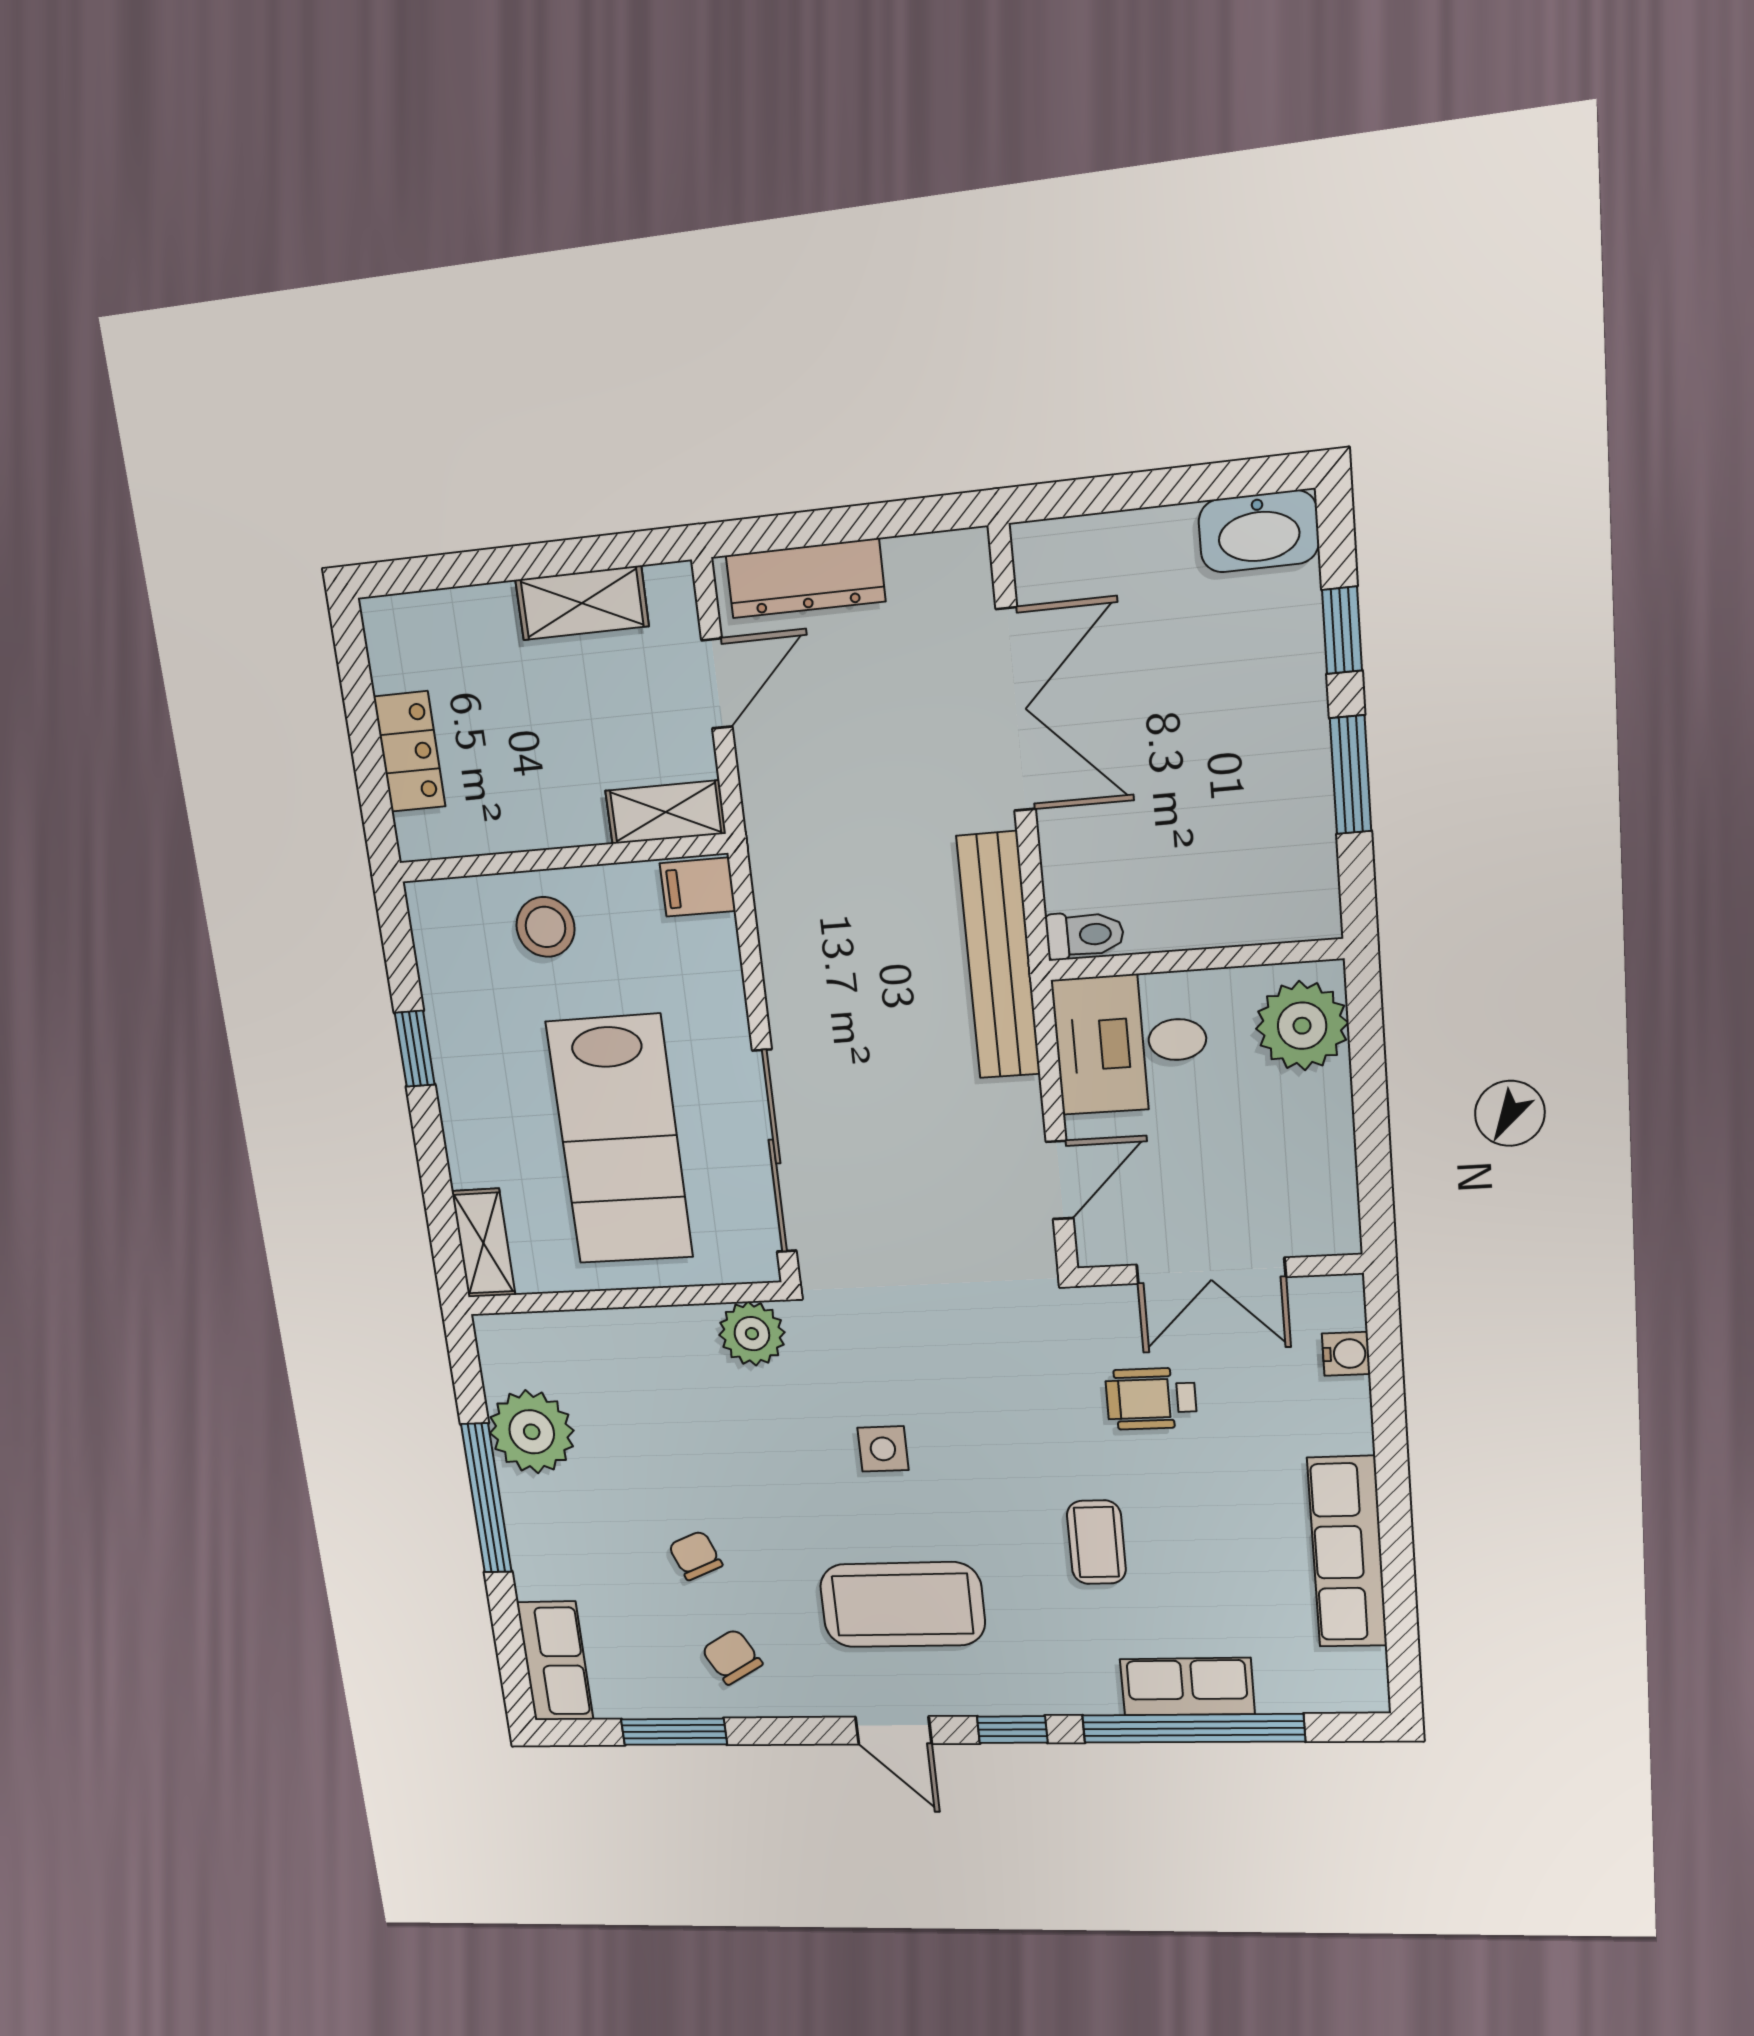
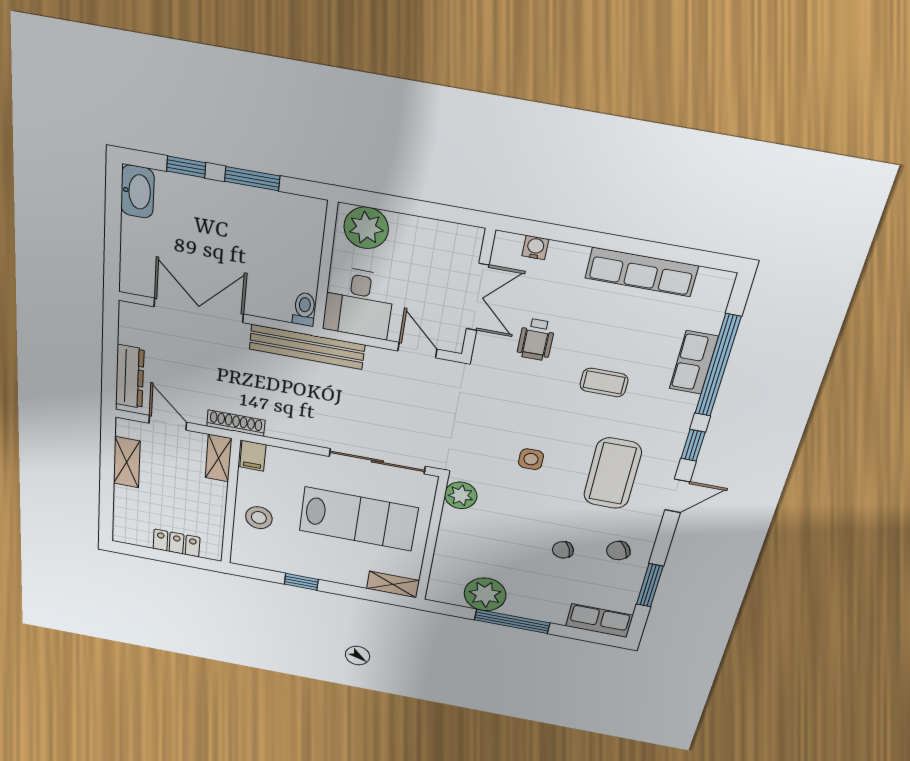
shoe rack: (766, 836) -> (236, 423), added

